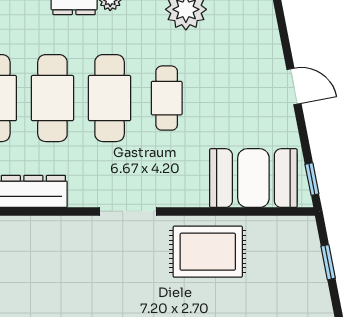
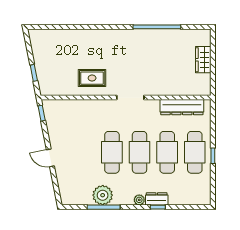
cafe table: (167, 98) -> (112, 152), width x1.37, depth x1.35
booth: (253, 178) -> (70, 114), removed
rug: (208, 252) -> (92, 78), width x0.73, depth x0.70

